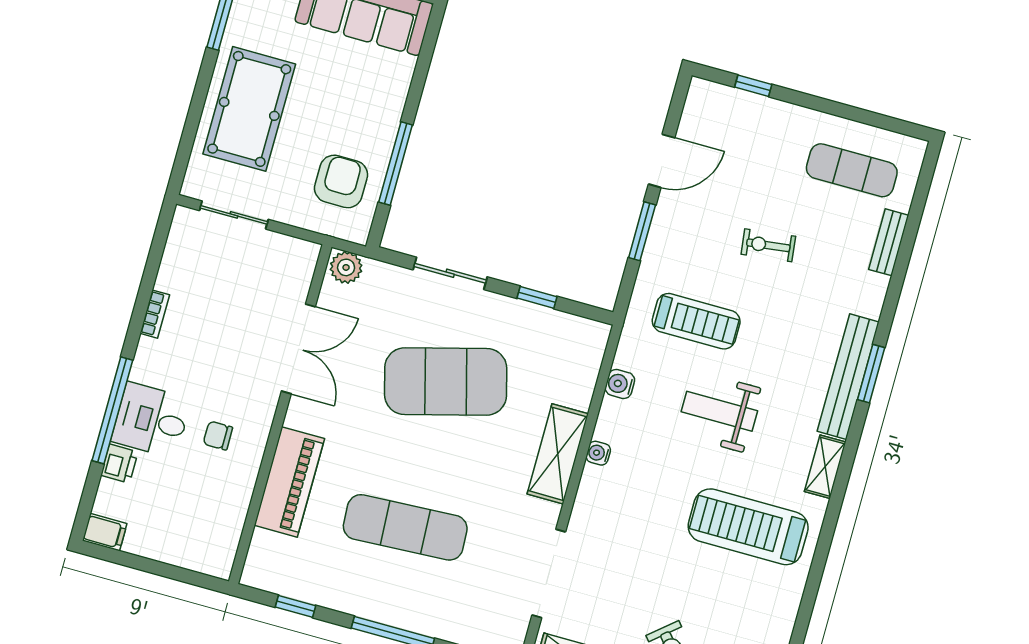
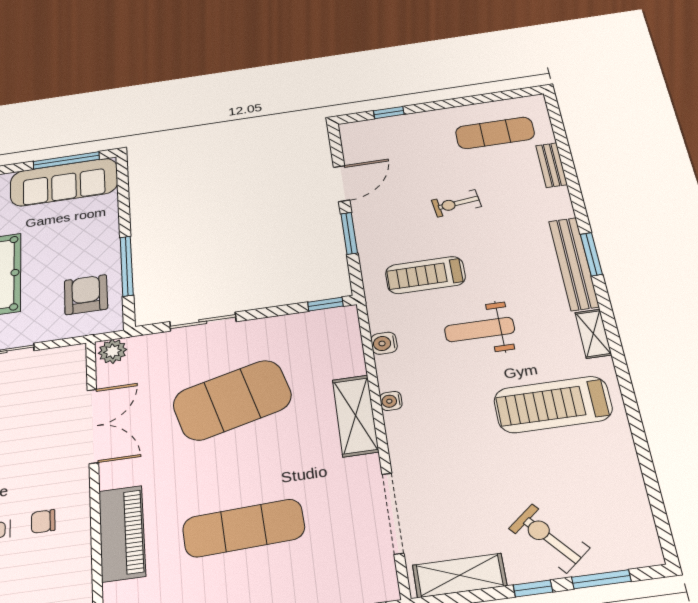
window: (537, 297) -> (325, 304), moved
treadmill: (696, 321) -> (425, 275), turned 180

